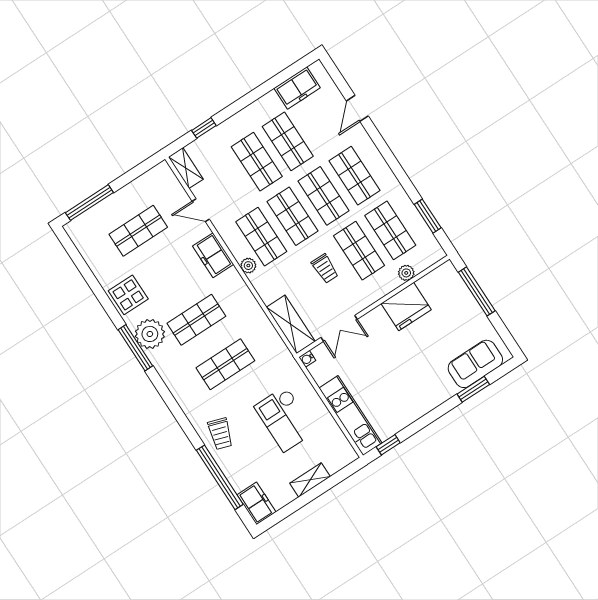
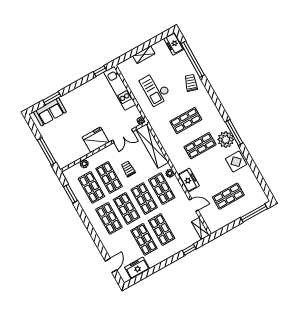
door: (357, 108) -> (111, 265), moved
fridge: (406, 307) -> (96, 140), moved
shelving: (291, 324) -> (152, 146), width x1.47
double door: (339, 328) -> (123, 136), swing flipped
checkout: (285, 419) -> (155, 89), turned 180

